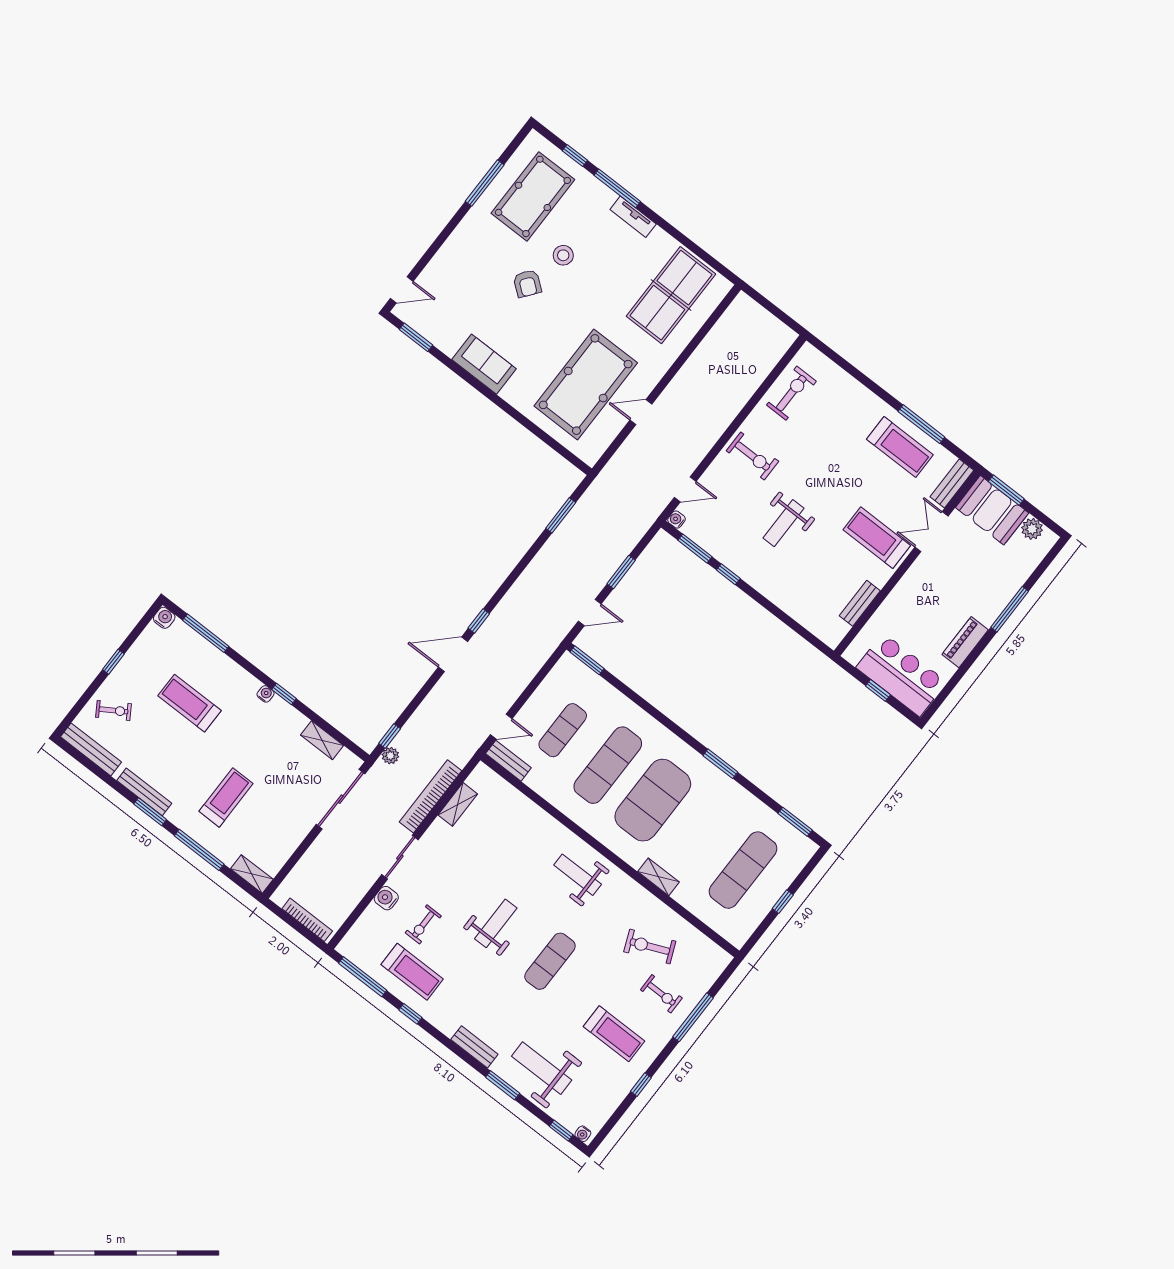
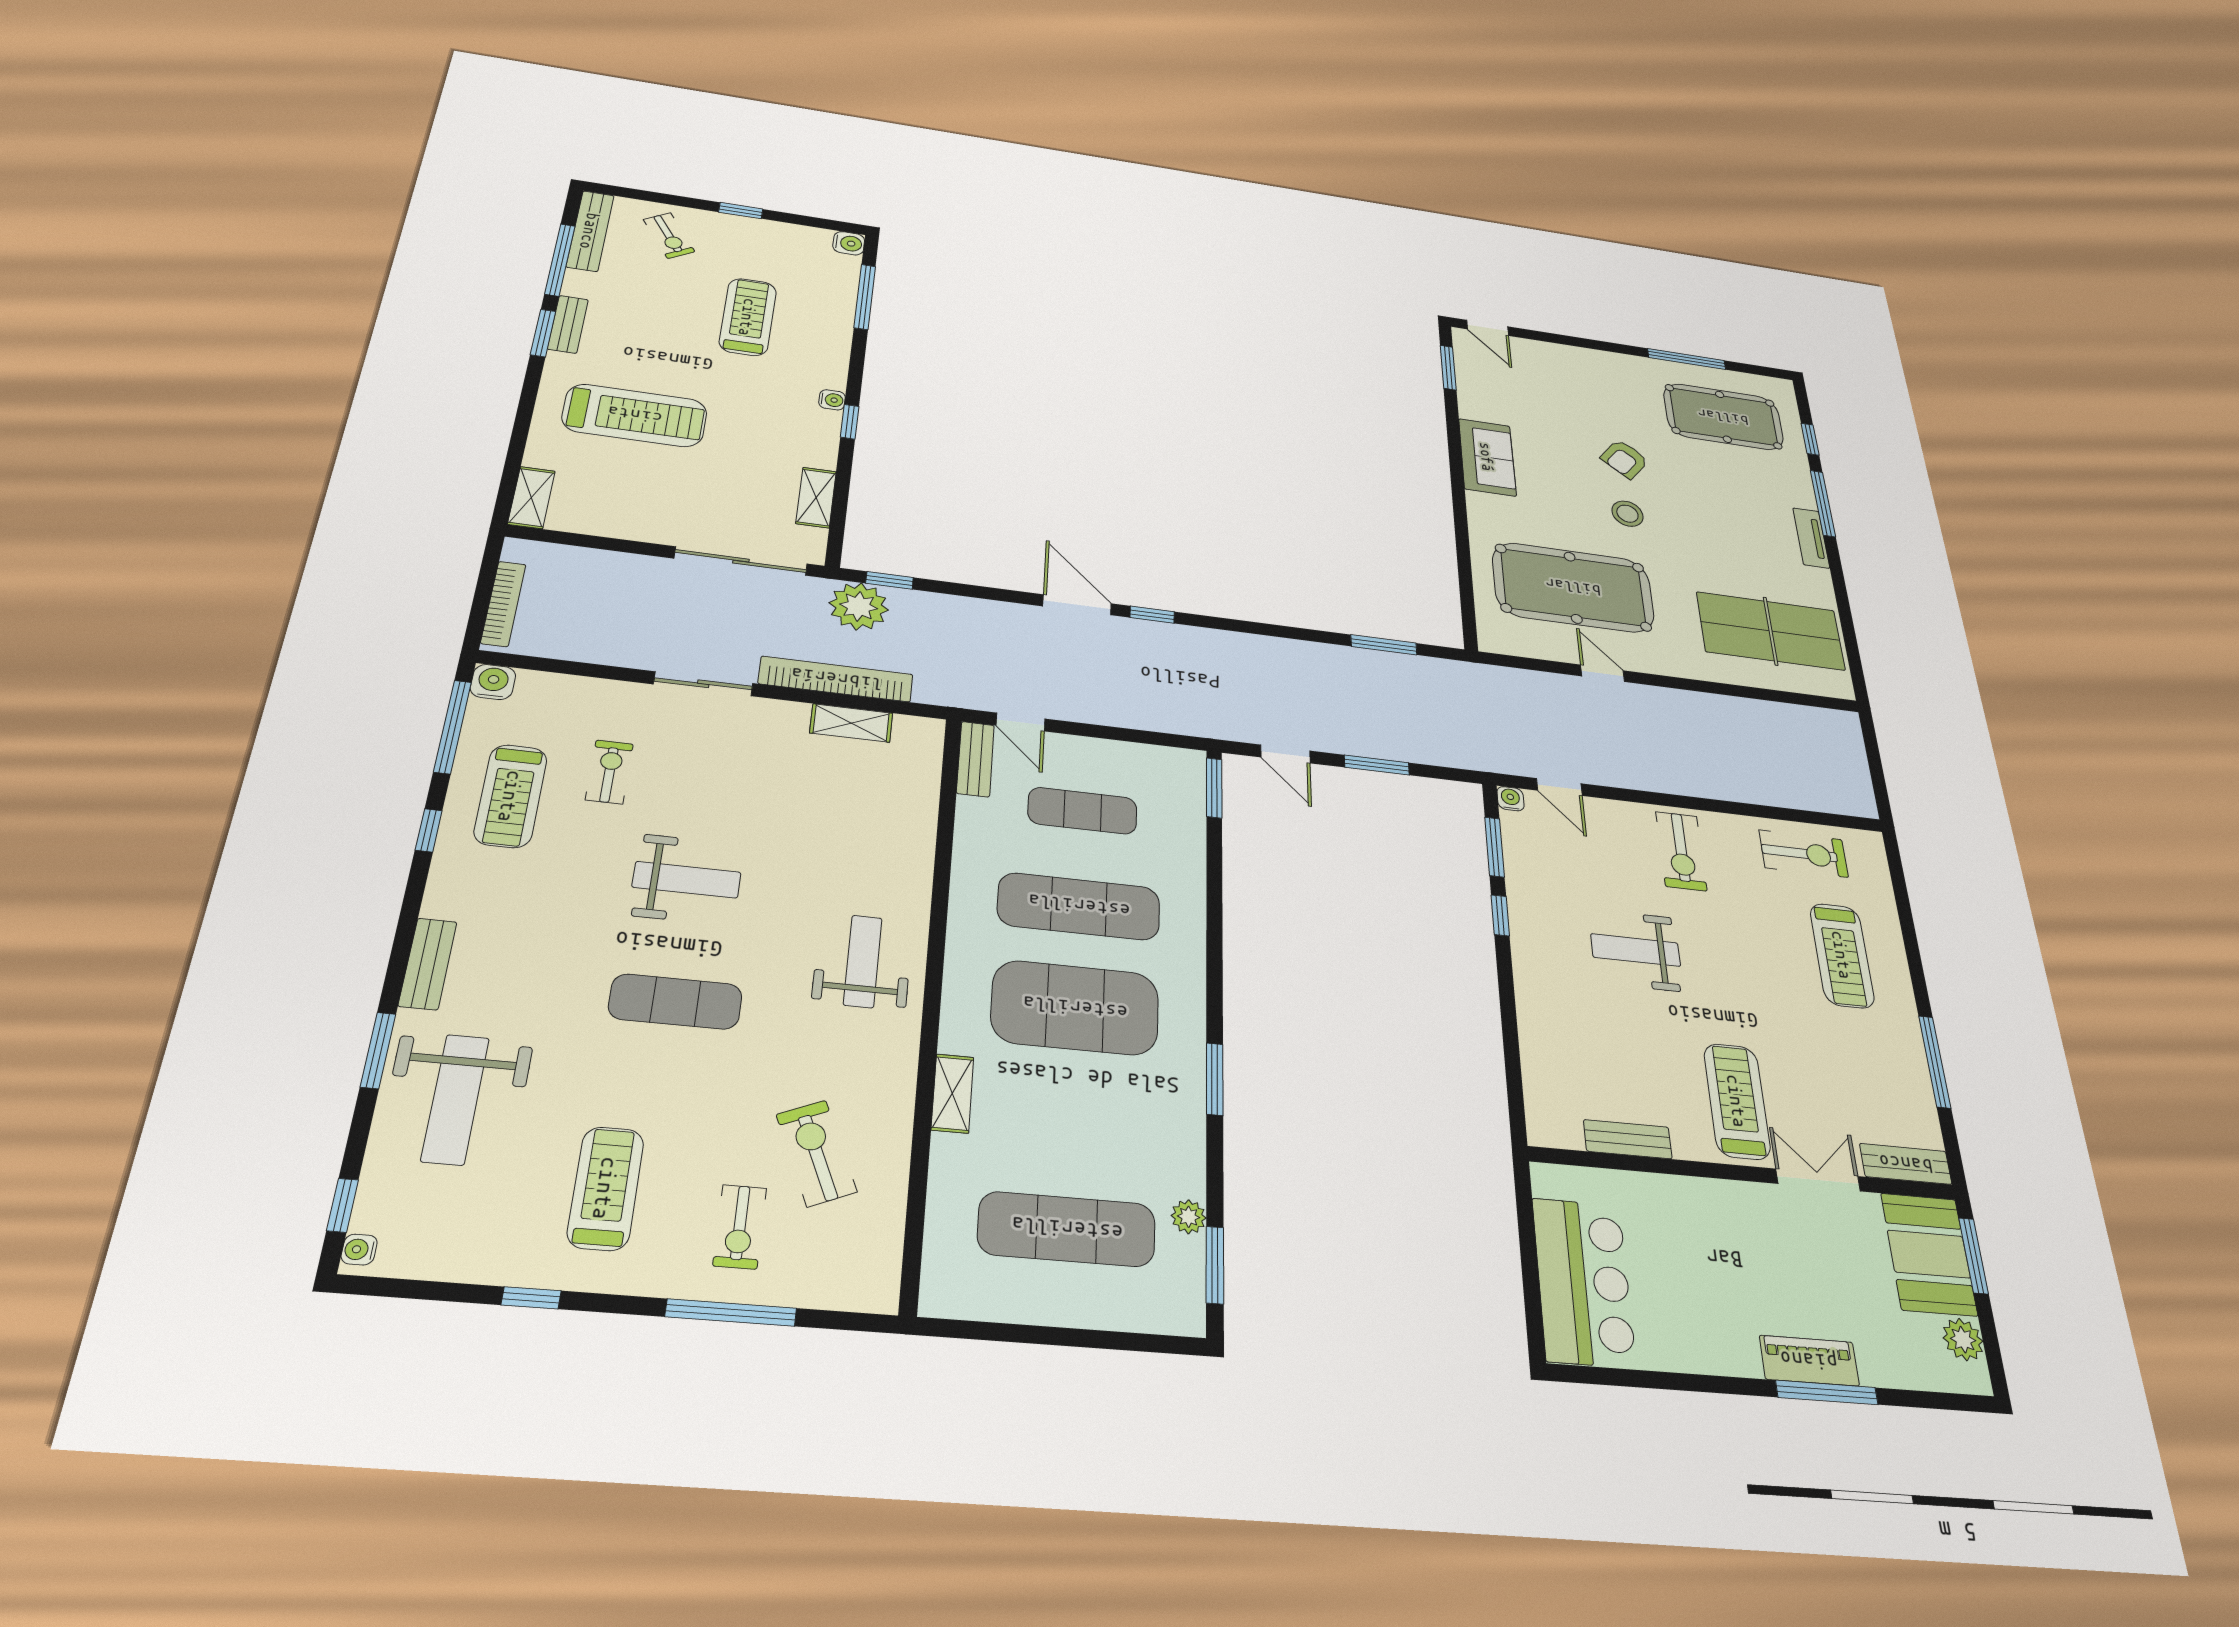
stool: (563, 255) -> (1627, 514), moved
treadmill: (900, 447) -> (1842, 955), moved
piano: (965, 642) -> (1809, 1361), moved
window: (878, 690) -> (1529, 1260), removed
plant: (390, 756) -> (859, 606), width x1.88, depth x1.88
bench: (144, 792) -> (568, 324), width x0.73
treadmill: (226, 797) -> (635, 415), width x1.37, depth x1.38
plant: (770, 818) -> (1189, 1217), added
window: (199, 850) -> (560, 260), moved
water cooler: (386, 898) -> (493, 682), moved
window: (783, 902) -> (1061, 1337), removed
exercise bike: (423, 924) -> (609, 772), turned 90
treadmill: (614, 1034) -> (606, 1188), turned 180
weight bench: (542, 1068) -> (455, 1099), turned 180

